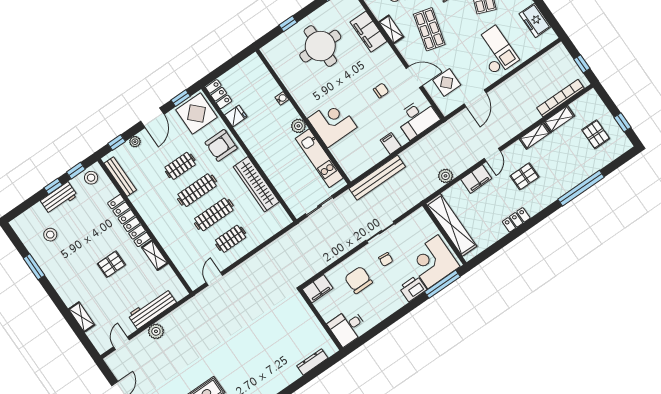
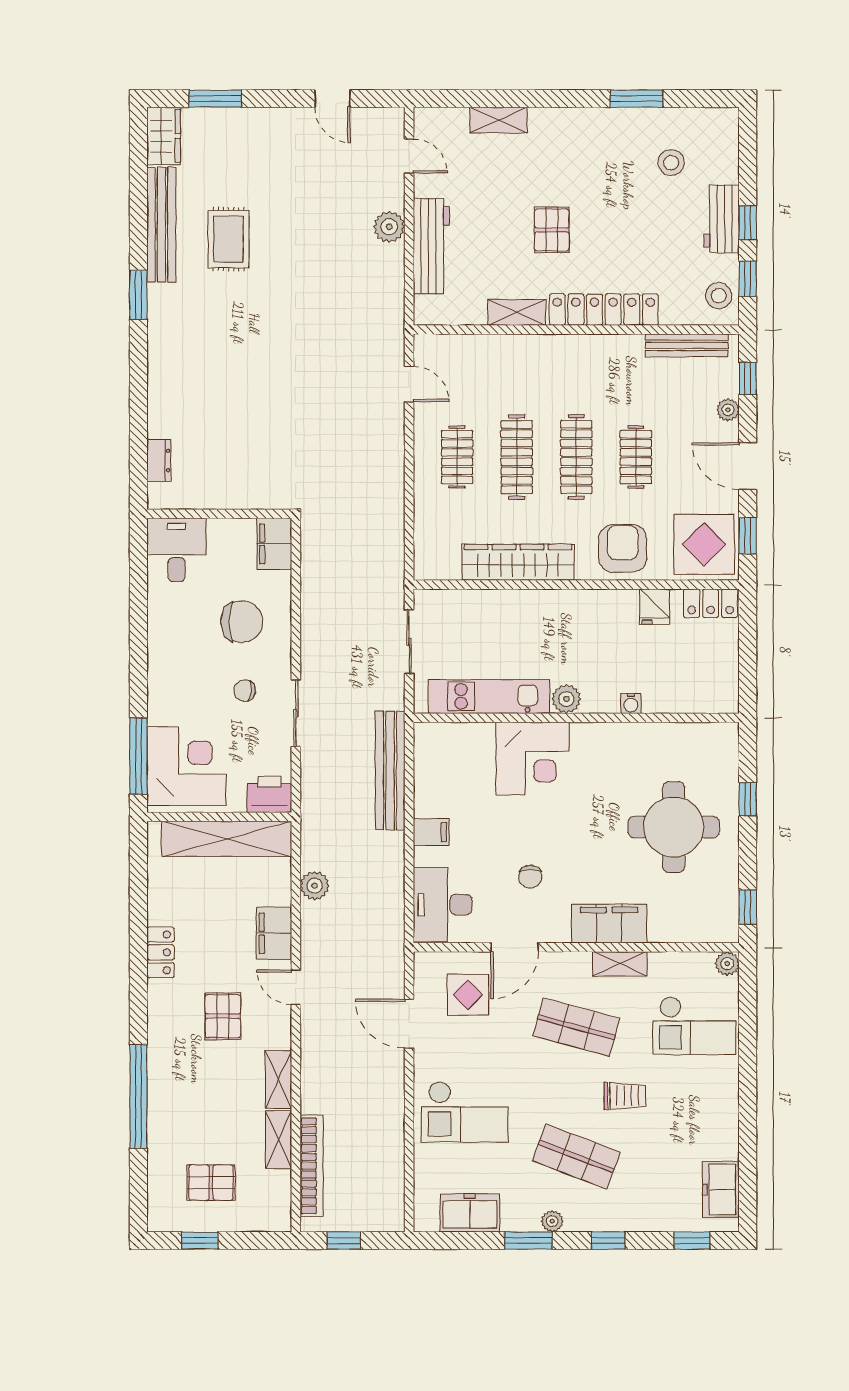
filing cabinet: (368, 32) -> (609, 924), moved
printer: (413, 288) -> (269, 794), moved, turned -90
dresser: (312, 362) -> (159, 460), width x0.70

